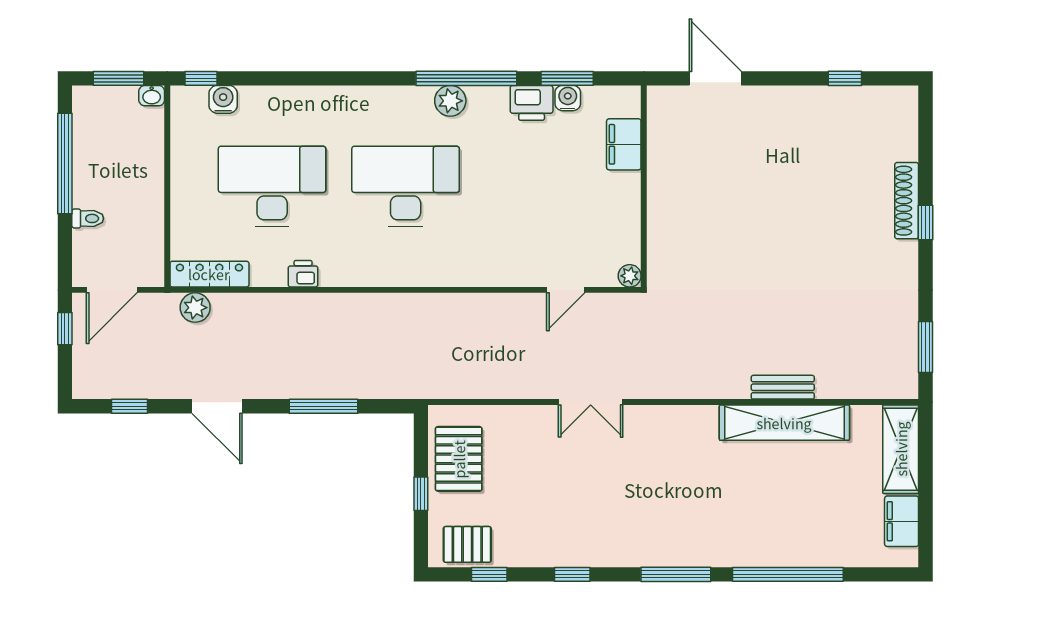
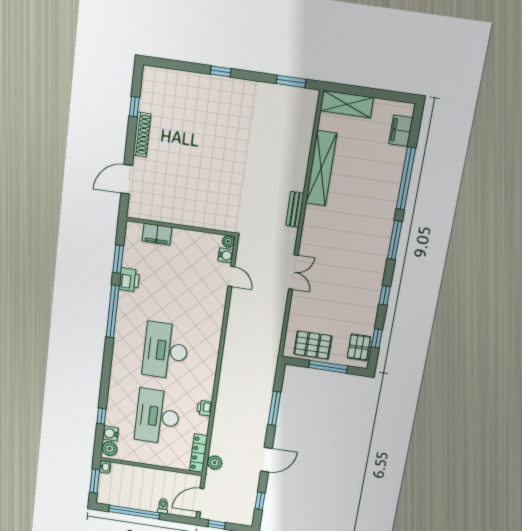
window: (201, 78) -> (101, 416), moved
water cooler: (568, 98) -> (226, 255), moved, turned 180
plant: (450, 101) -> (110, 449), moved
shoe rack: (907, 201) -> (142, 135), moved, turned -90
door: (112, 290) -> (200, 500), swing flipped
bench: (783, 387) -> (295, 209), moved
window: (421, 494) -> (328, 367), width x2.17
filing cabinet: (902, 521) -> (401, 131), moved, turned 90

